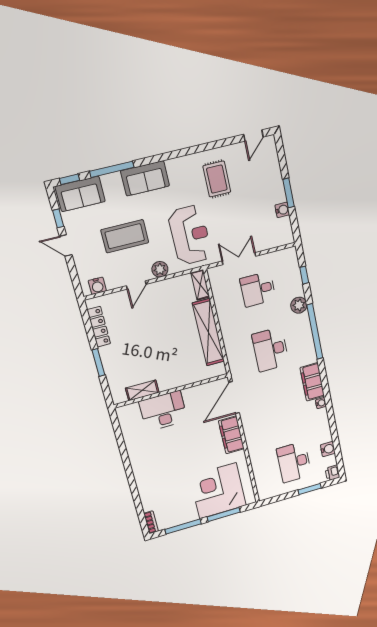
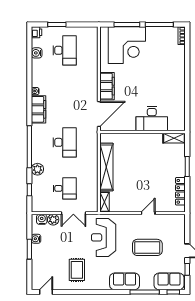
plant: (160, 269) -> (53, 220), moved
water cooler: (97, 286) -> (42, 219), moved
shelving: (142, 390) -> (174, 138), moved

